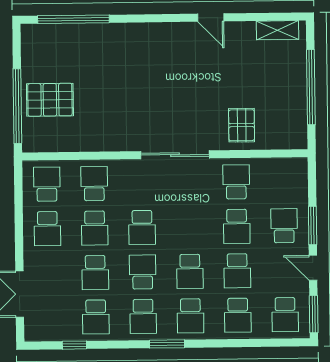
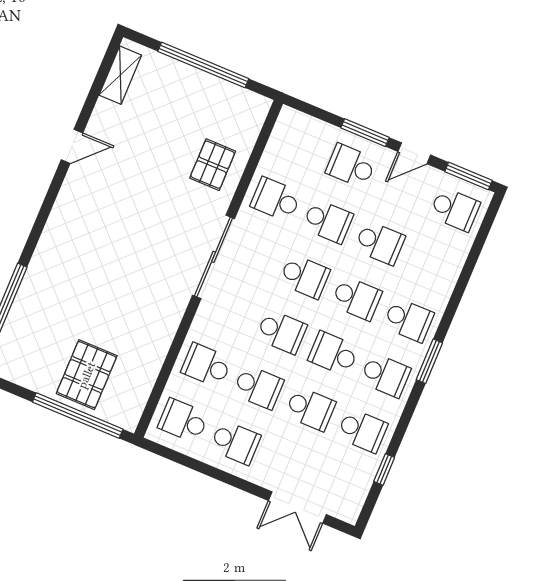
pallet: (242, 125) -> (213, 165), turned 90
school desk: (238, 315) -> (305, 276), moved

